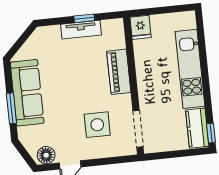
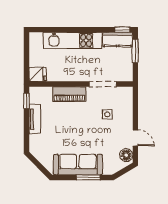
window: (84, 18) -> (26, 101), moved
side table: (97, 125) -> (107, 114), width x0.54, depth x0.54
doorway: (138, 129) -> (103, 84), moved
window: (185, 153) -> (135, 51), added

